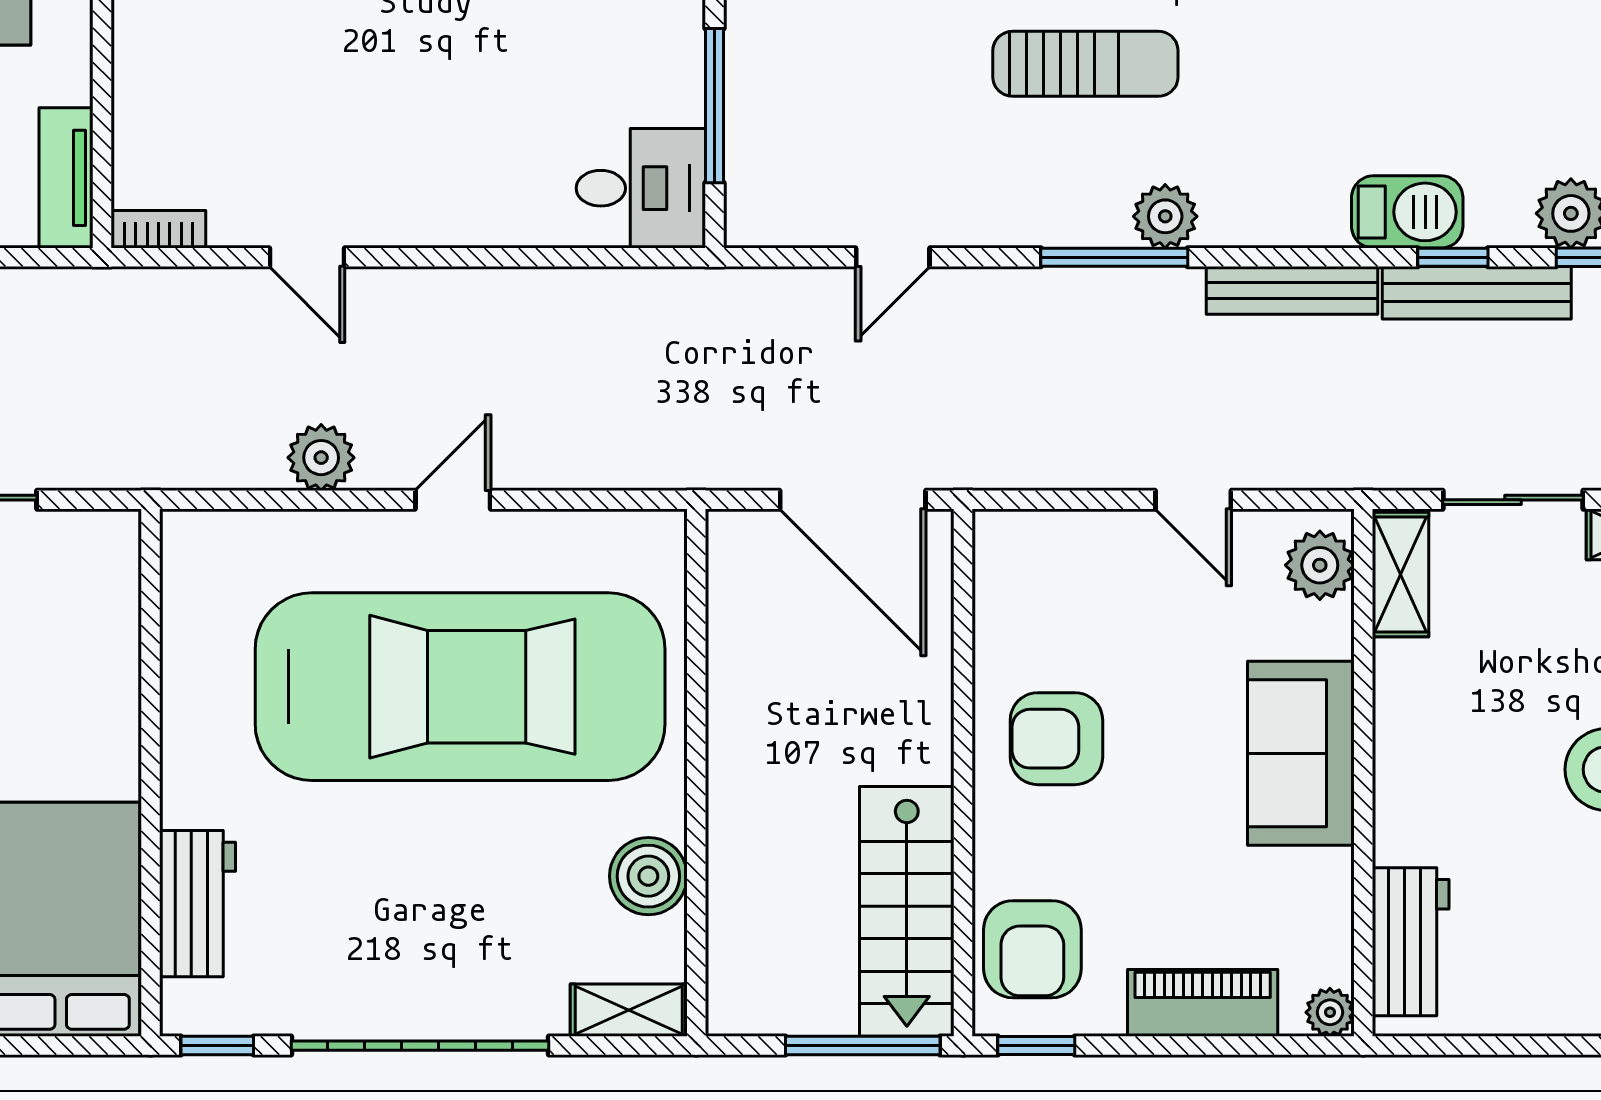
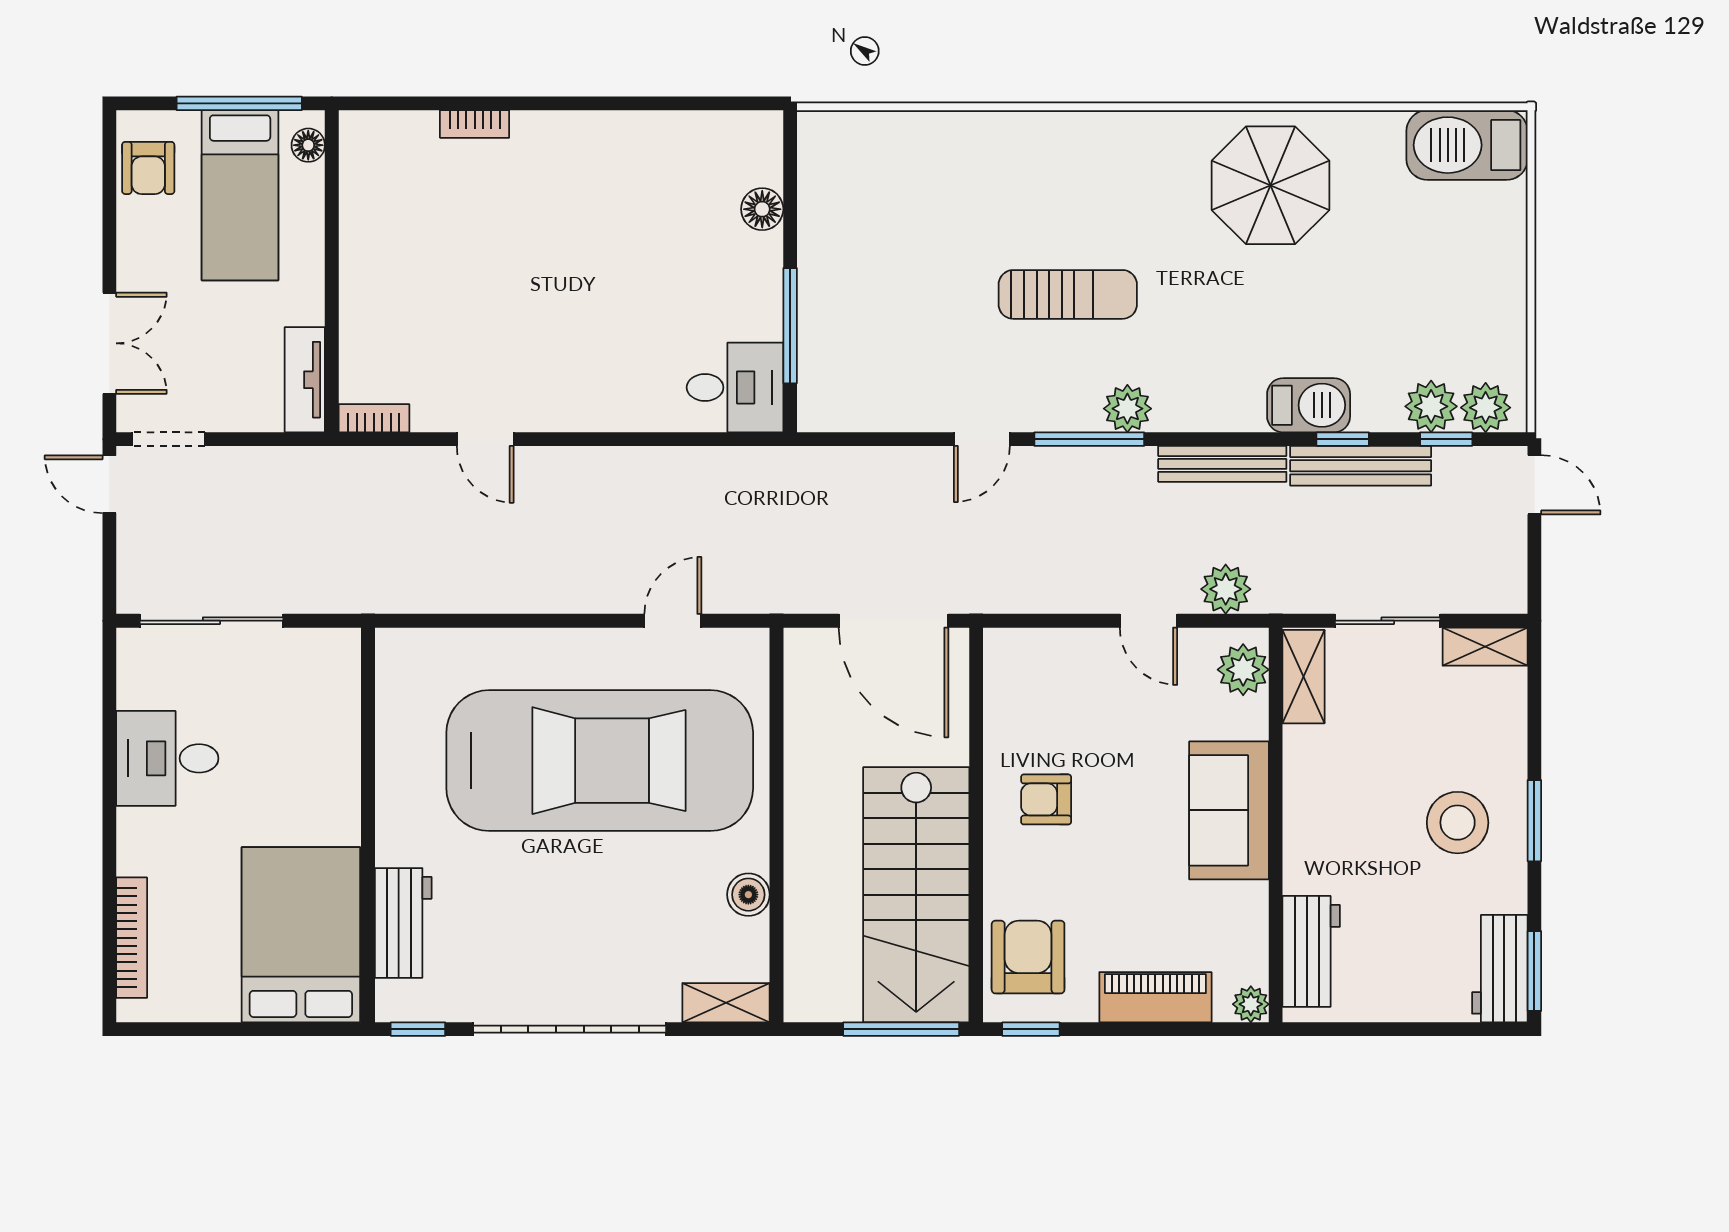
door: (893, 257) -> (982, 439), moved
plant: (321, 458) -> (1226, 589), moved
door: (453, 500) -> (673, 621), moved
armchair: (1056, 739) -> (1046, 799), width x0.72, depth x0.72
boiler: (648, 876) -> (748, 895), width x0.73, depth x0.73
stairs: (907, 911) -> (916, 895), width x1.36, depth x1.51
armchair: (1032, 949) -> (1028, 957), turned 180

